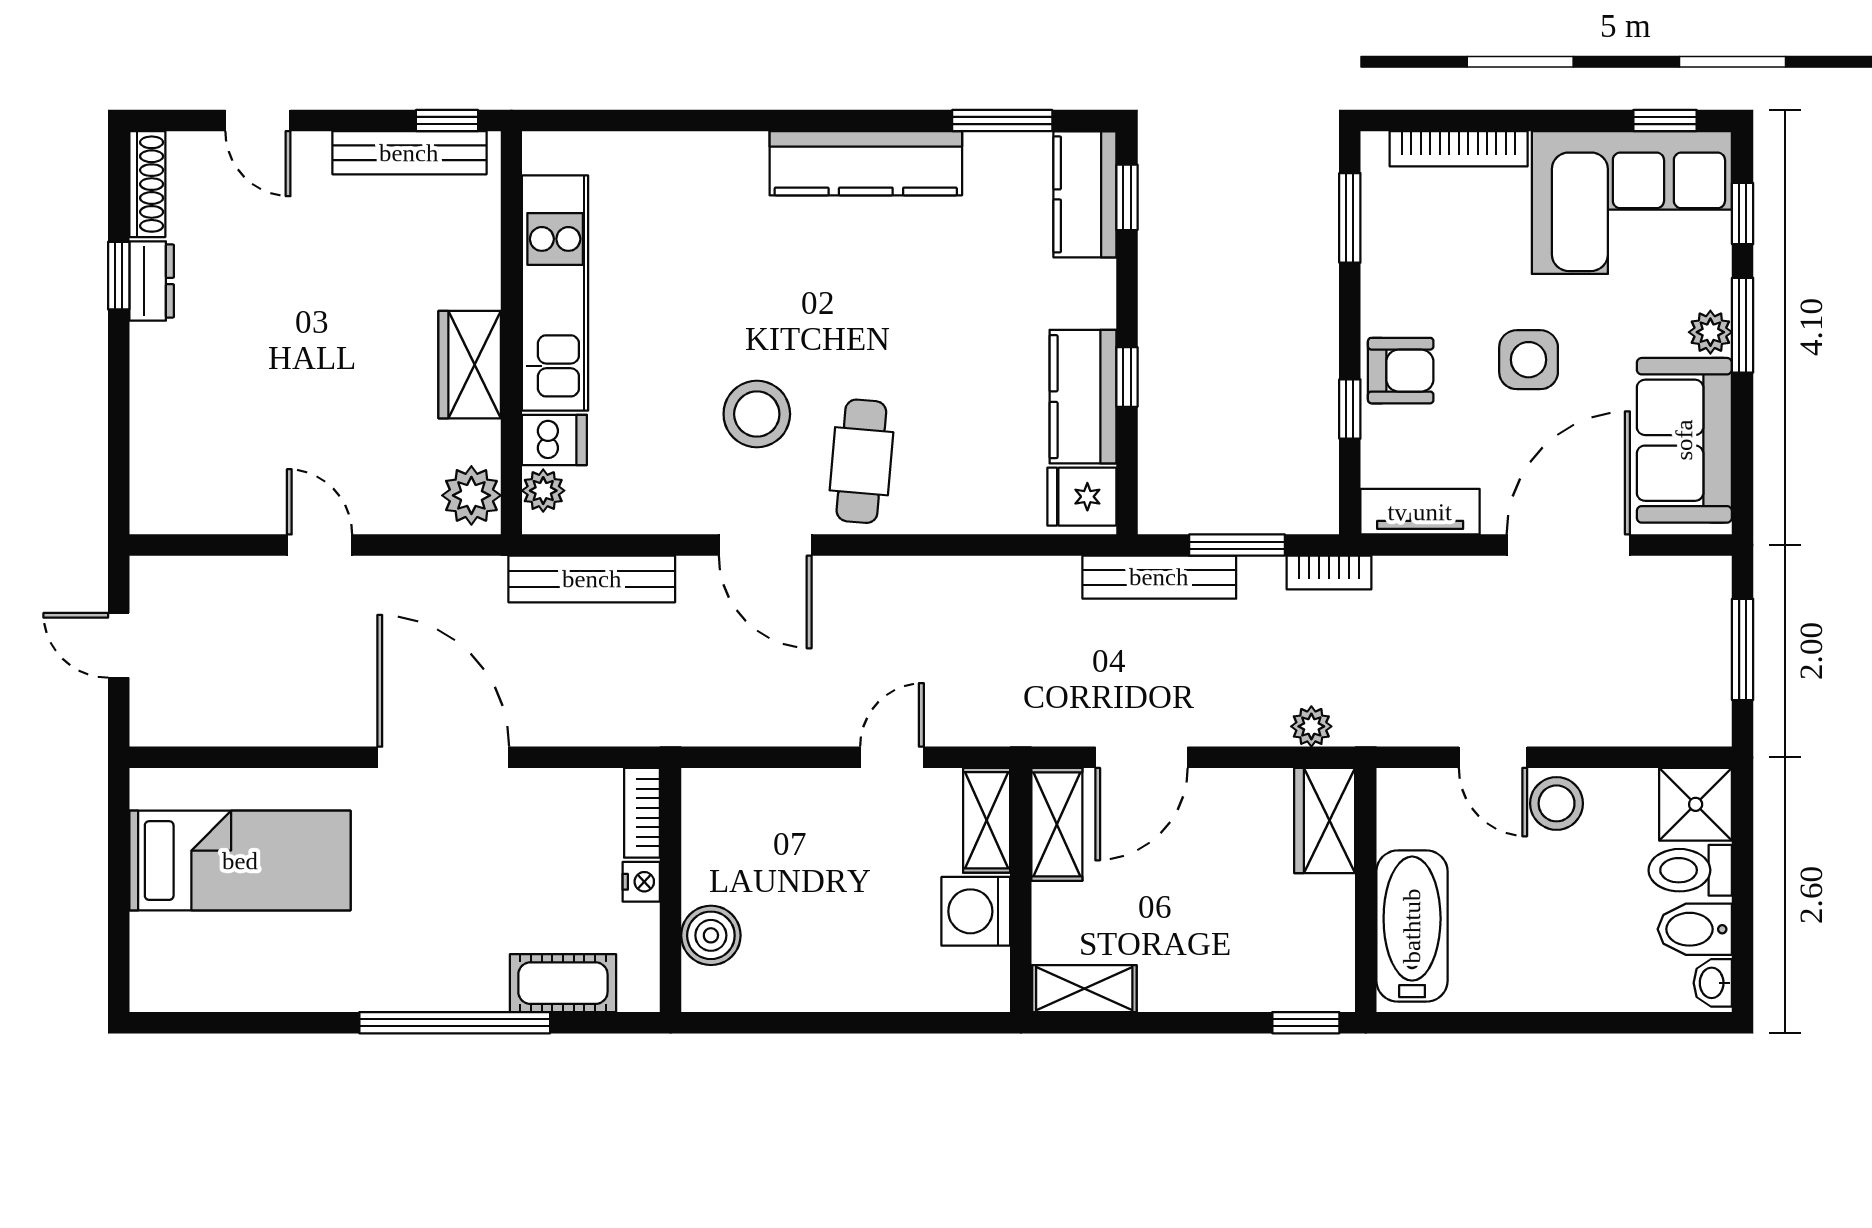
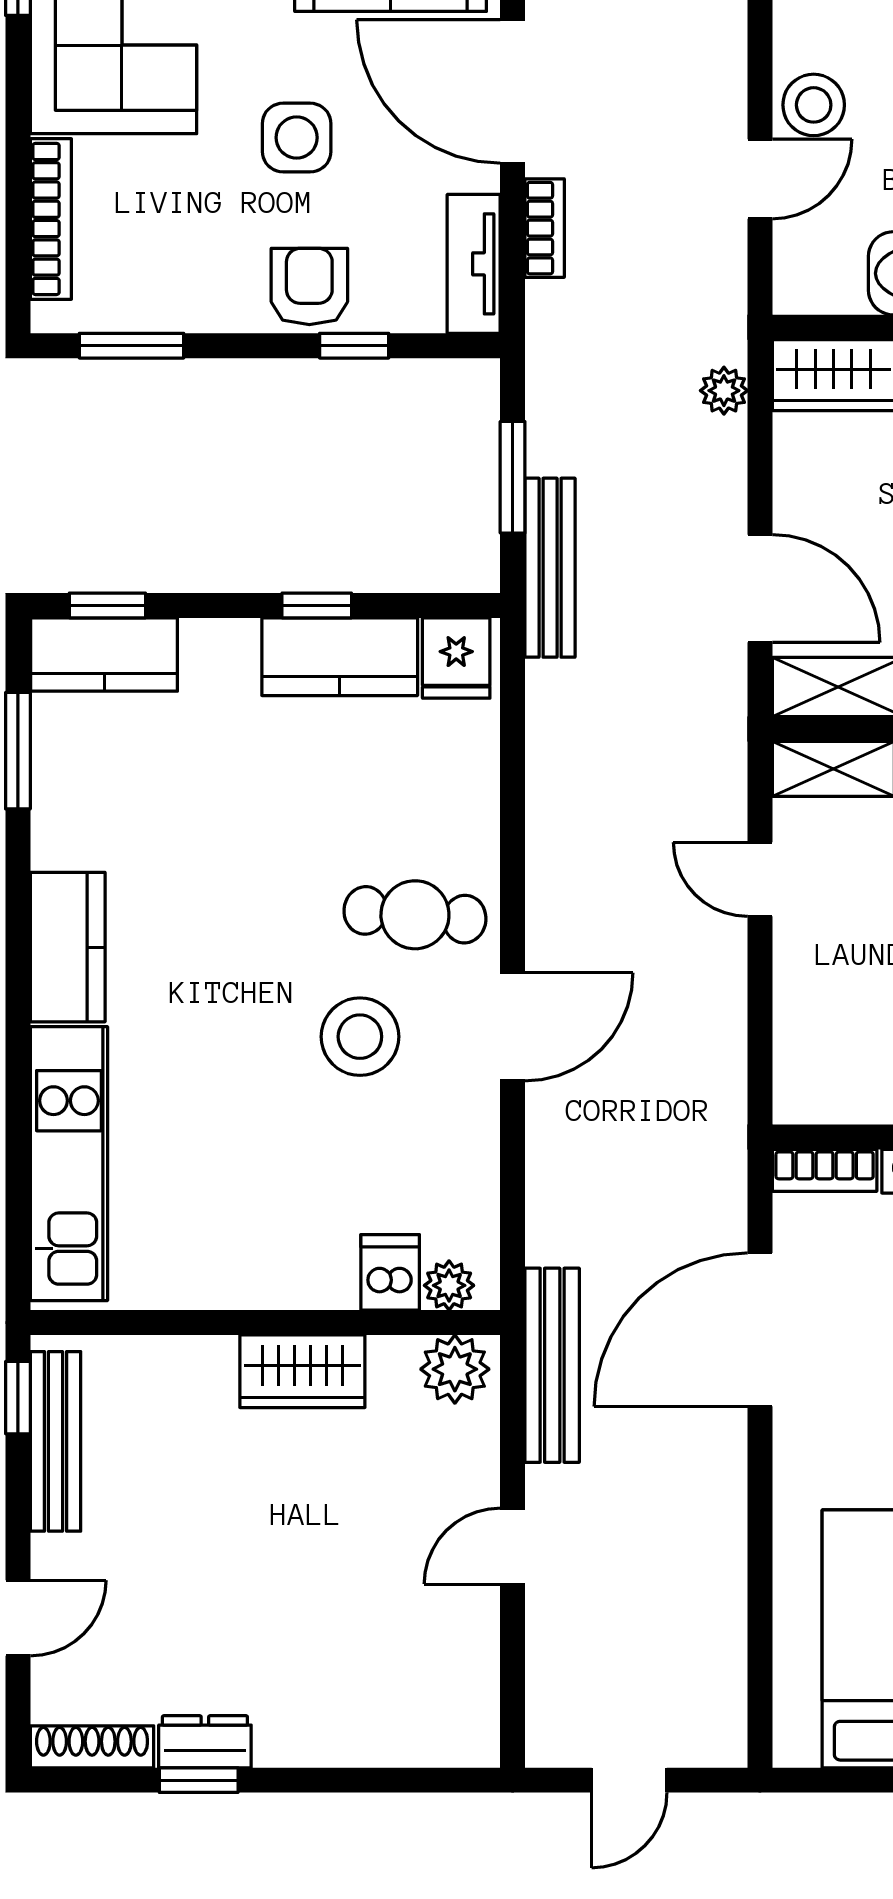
kitchen counter: (866, 163) -> (68, 947), width x0.67
kitchen unit: (555, 293) -> (69, 1164), moved, turned 90
bookcase: (1329, 573) -> (545, 228), moved
bench: (592, 579) -> (552, 1365), moved
door: (443, 757) -> (760, 1330), moved

